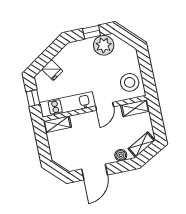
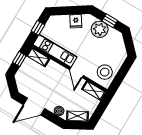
plant: (104, 45) -> (100, 29), moved
fridge: (52, 70) -> (76, 21), moved
door: (105, 106) -> (76, 73), hinge flipped
window: (42, 141) -> (19, 59), added

